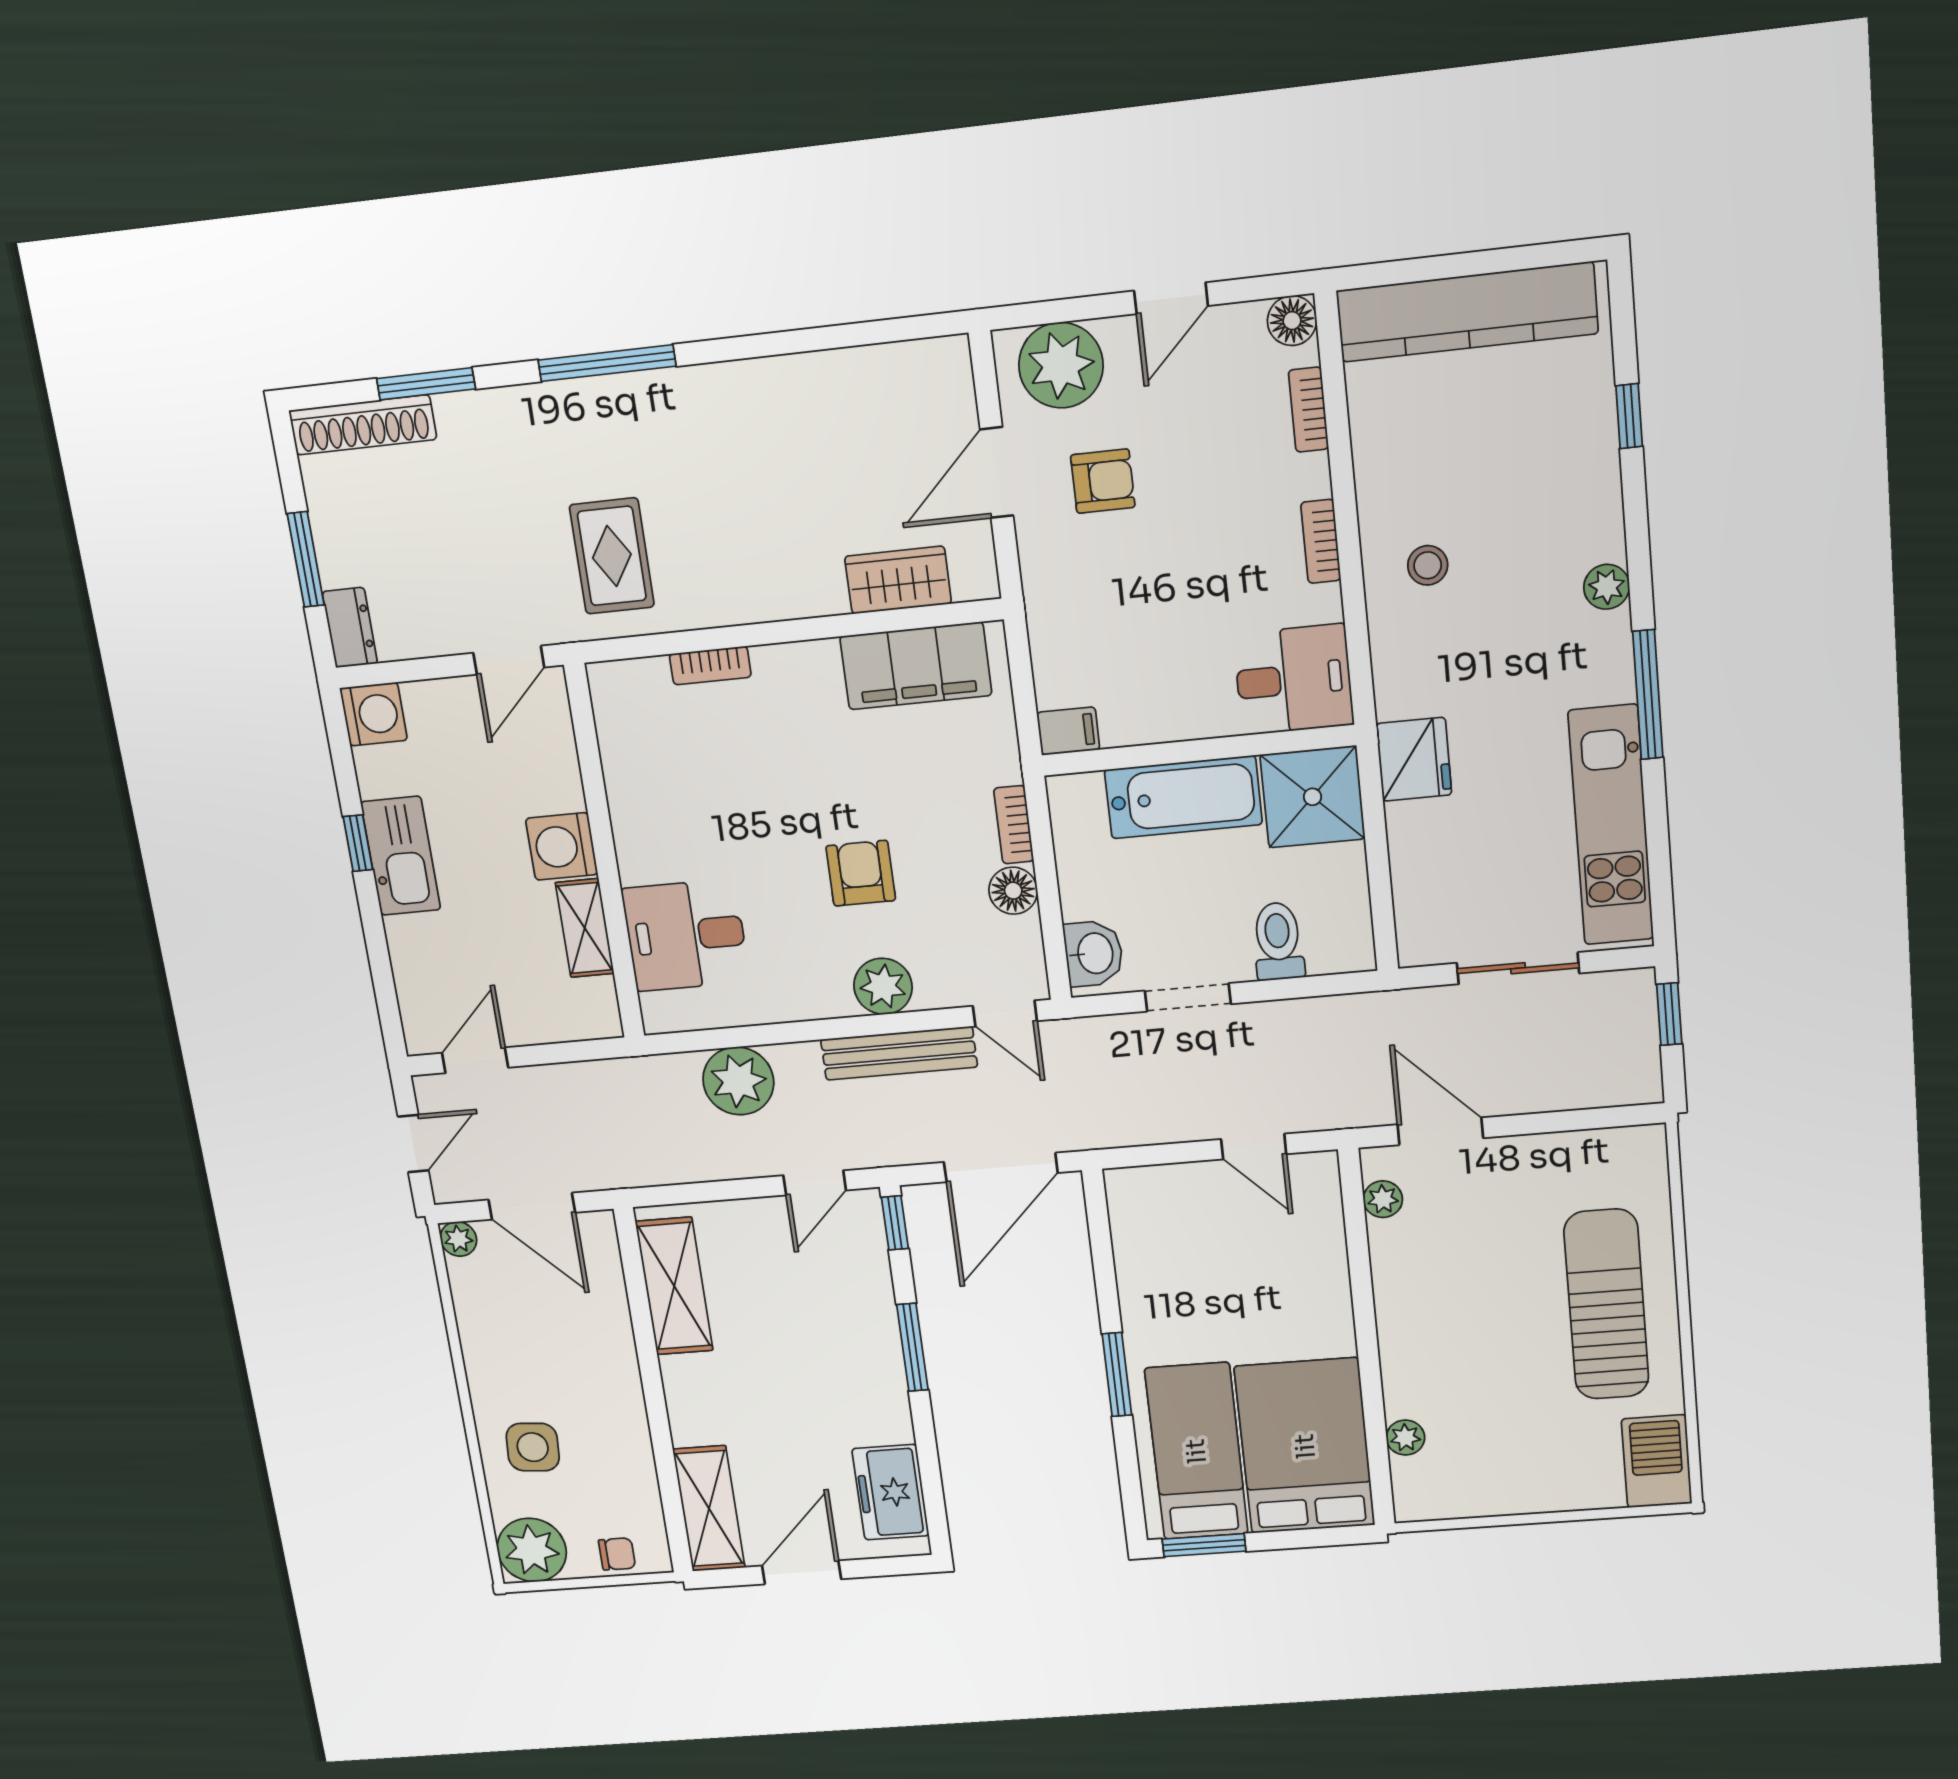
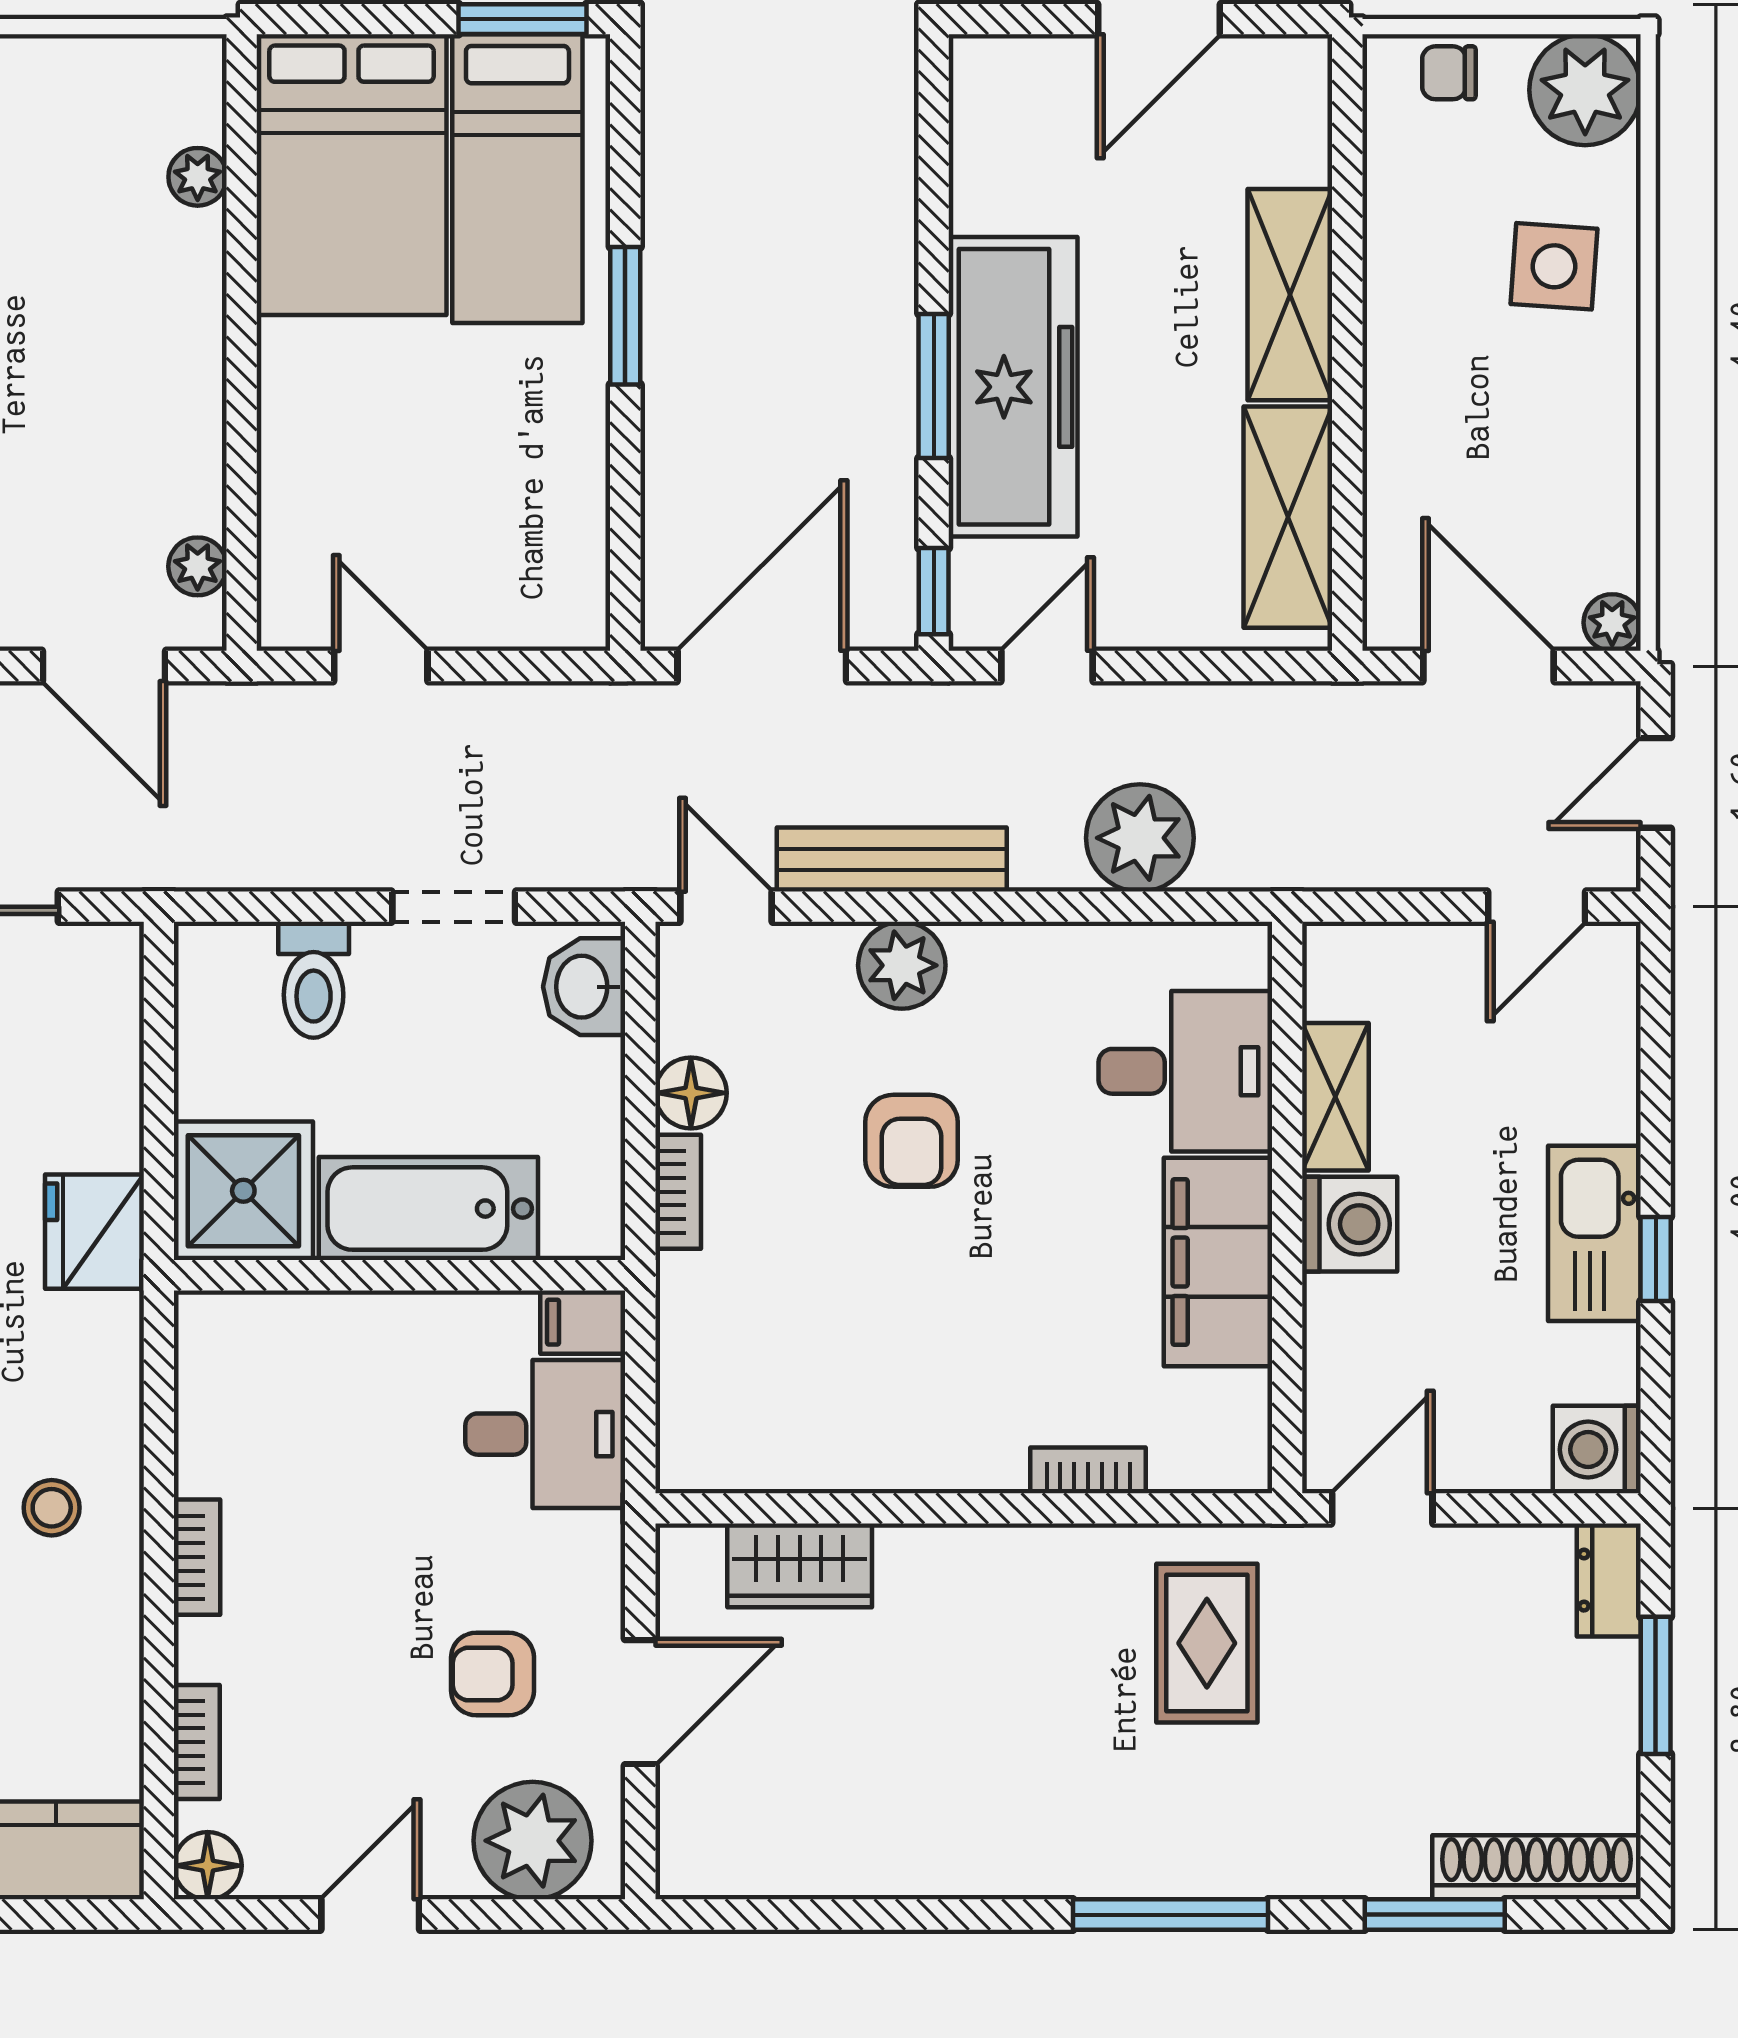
filing cabinet: (916, 666) -> (1218, 1262), moved, turned -90
desk: (1294, 680) -> (545, 1434), moved, turned 180
freezer: (891, 1492) -> (1013, 387), moved, width x1.91, depth x1.26
shelving: (709, 1509) -> (1290, 295), moved

